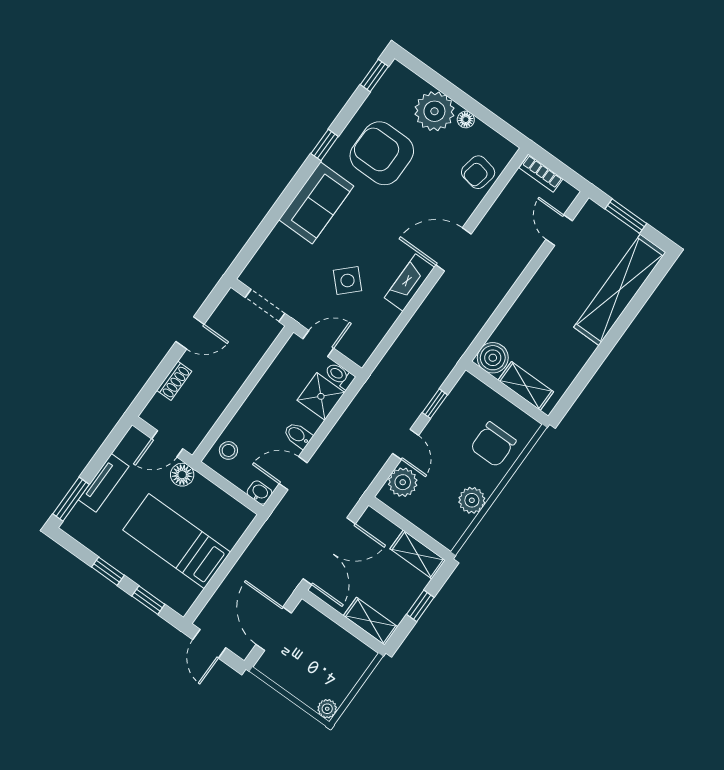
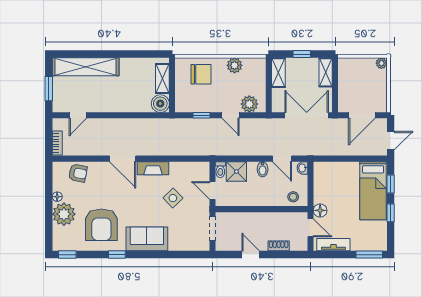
door: (406, 444) -> (231, 115), swing flipped
tv unit: (104, 483) -> (333, 245), moved
bed: (177, 541) -> (373, 191), moved

